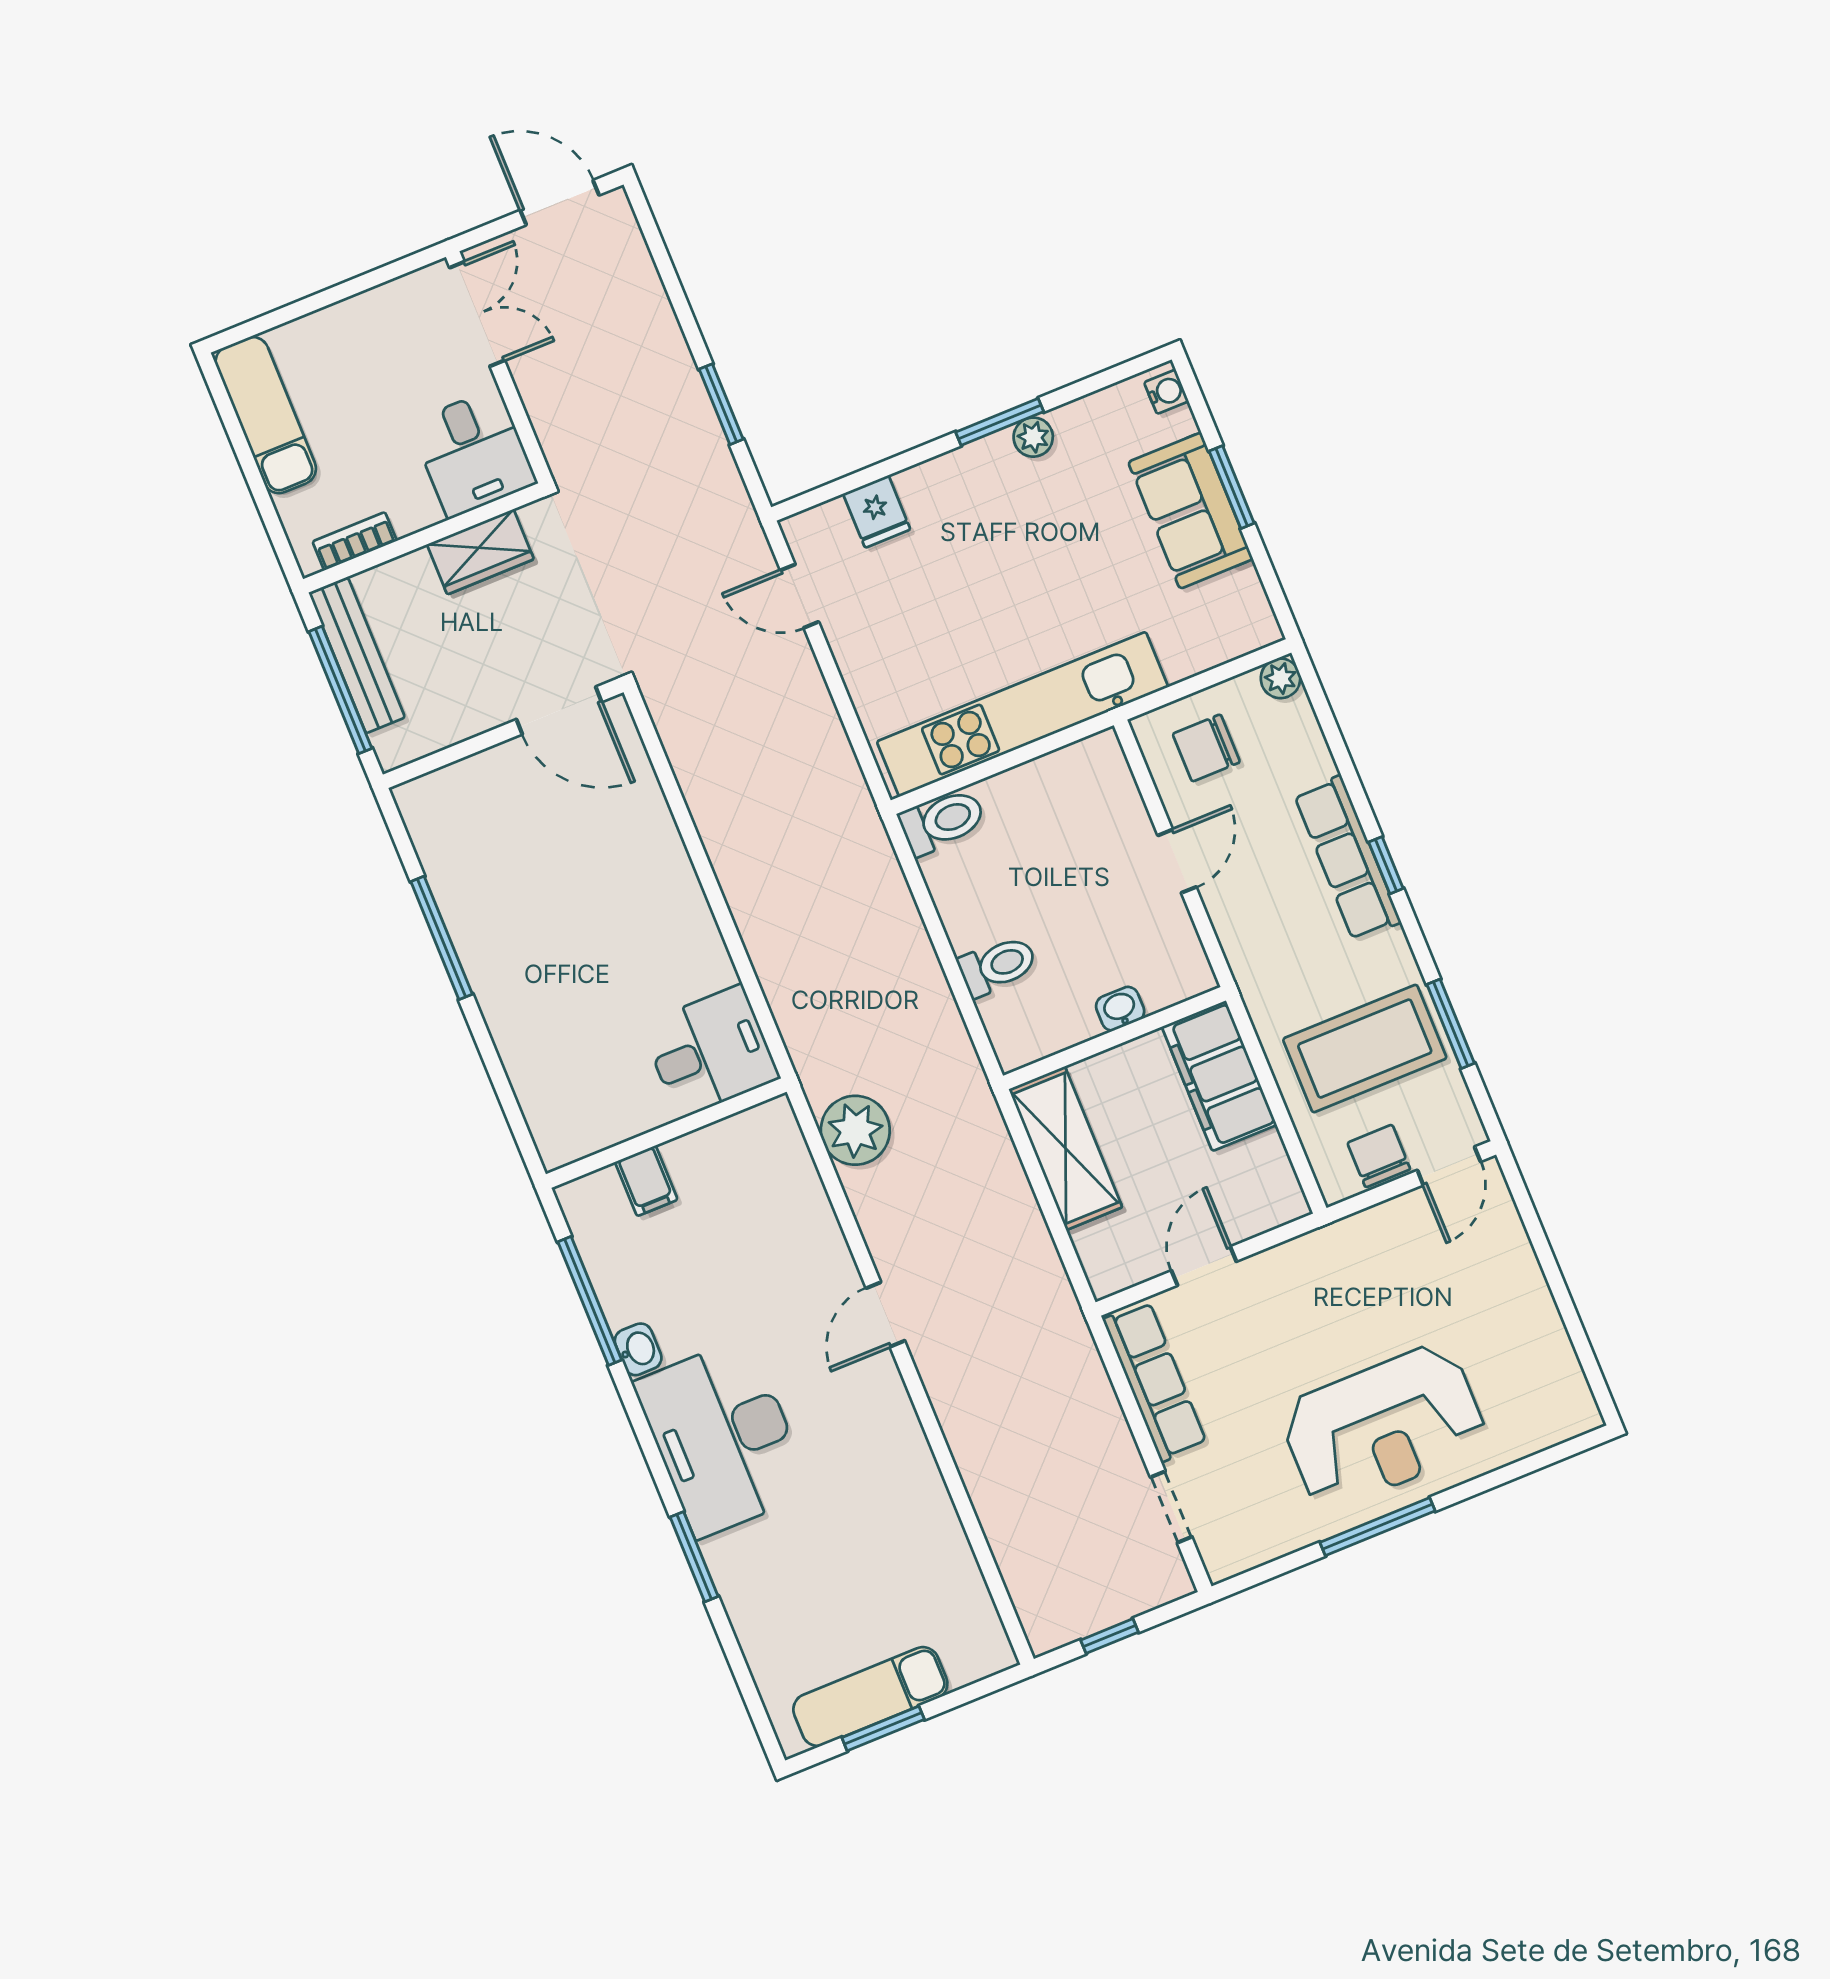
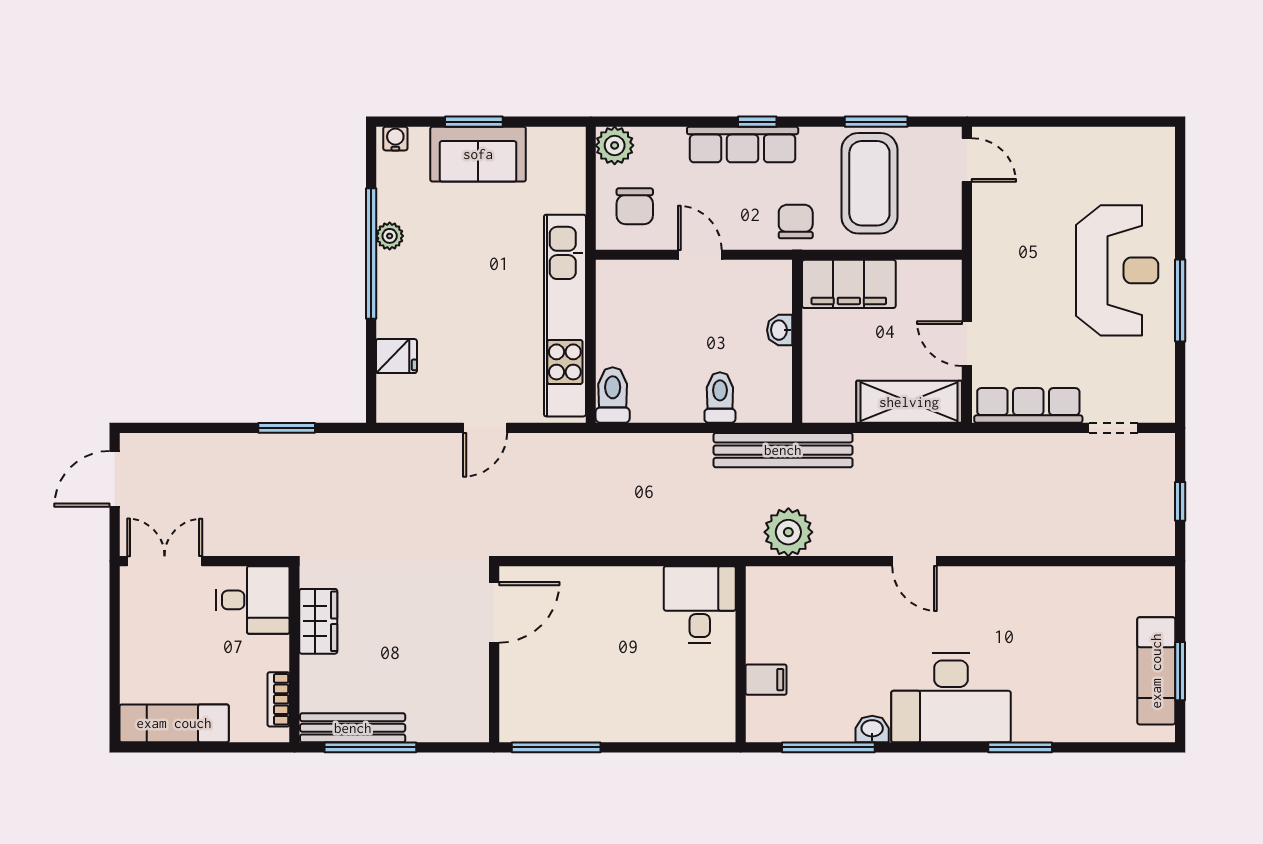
window: (1000, 422) -> (371, 254), width x2.11
door: (799, 596) -> (485, 428), moved
plant: (1281, 678) -> (615, 145), width x1.38, depth x1.38
door: (559, 711) -> (494, 612), moved
wall: (503, 733) -> (494, 654), moved
bench: (962, 1079) -> (783, 450), added
shelving: (1065, 1148) -> (909, 402), moved
chair: (1379, 1156) -> (796, 222), moved, turned 90

